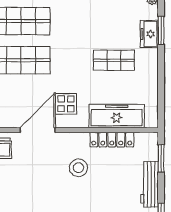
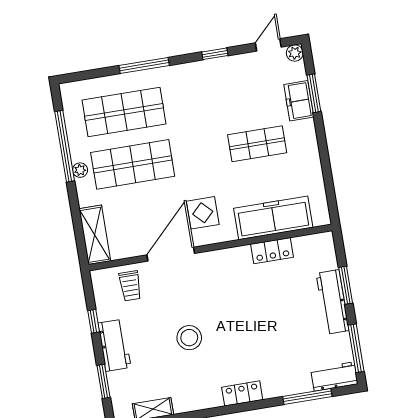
locker: (112, 140) -> (272, 251), width x0.66
window: (161, 158) -> (346, 285), moved
stool: (78, 168) -> (189, 338), moved

